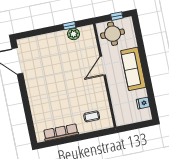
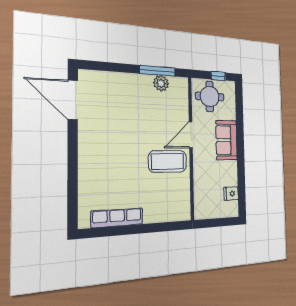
window: (69, 26) -> (158, 71), width x2.17
sofa: (133, 69) -> (227, 140), width x0.73
coffee table: (92, 116) -> (168, 161), moved, width x1.86, depth x1.72

